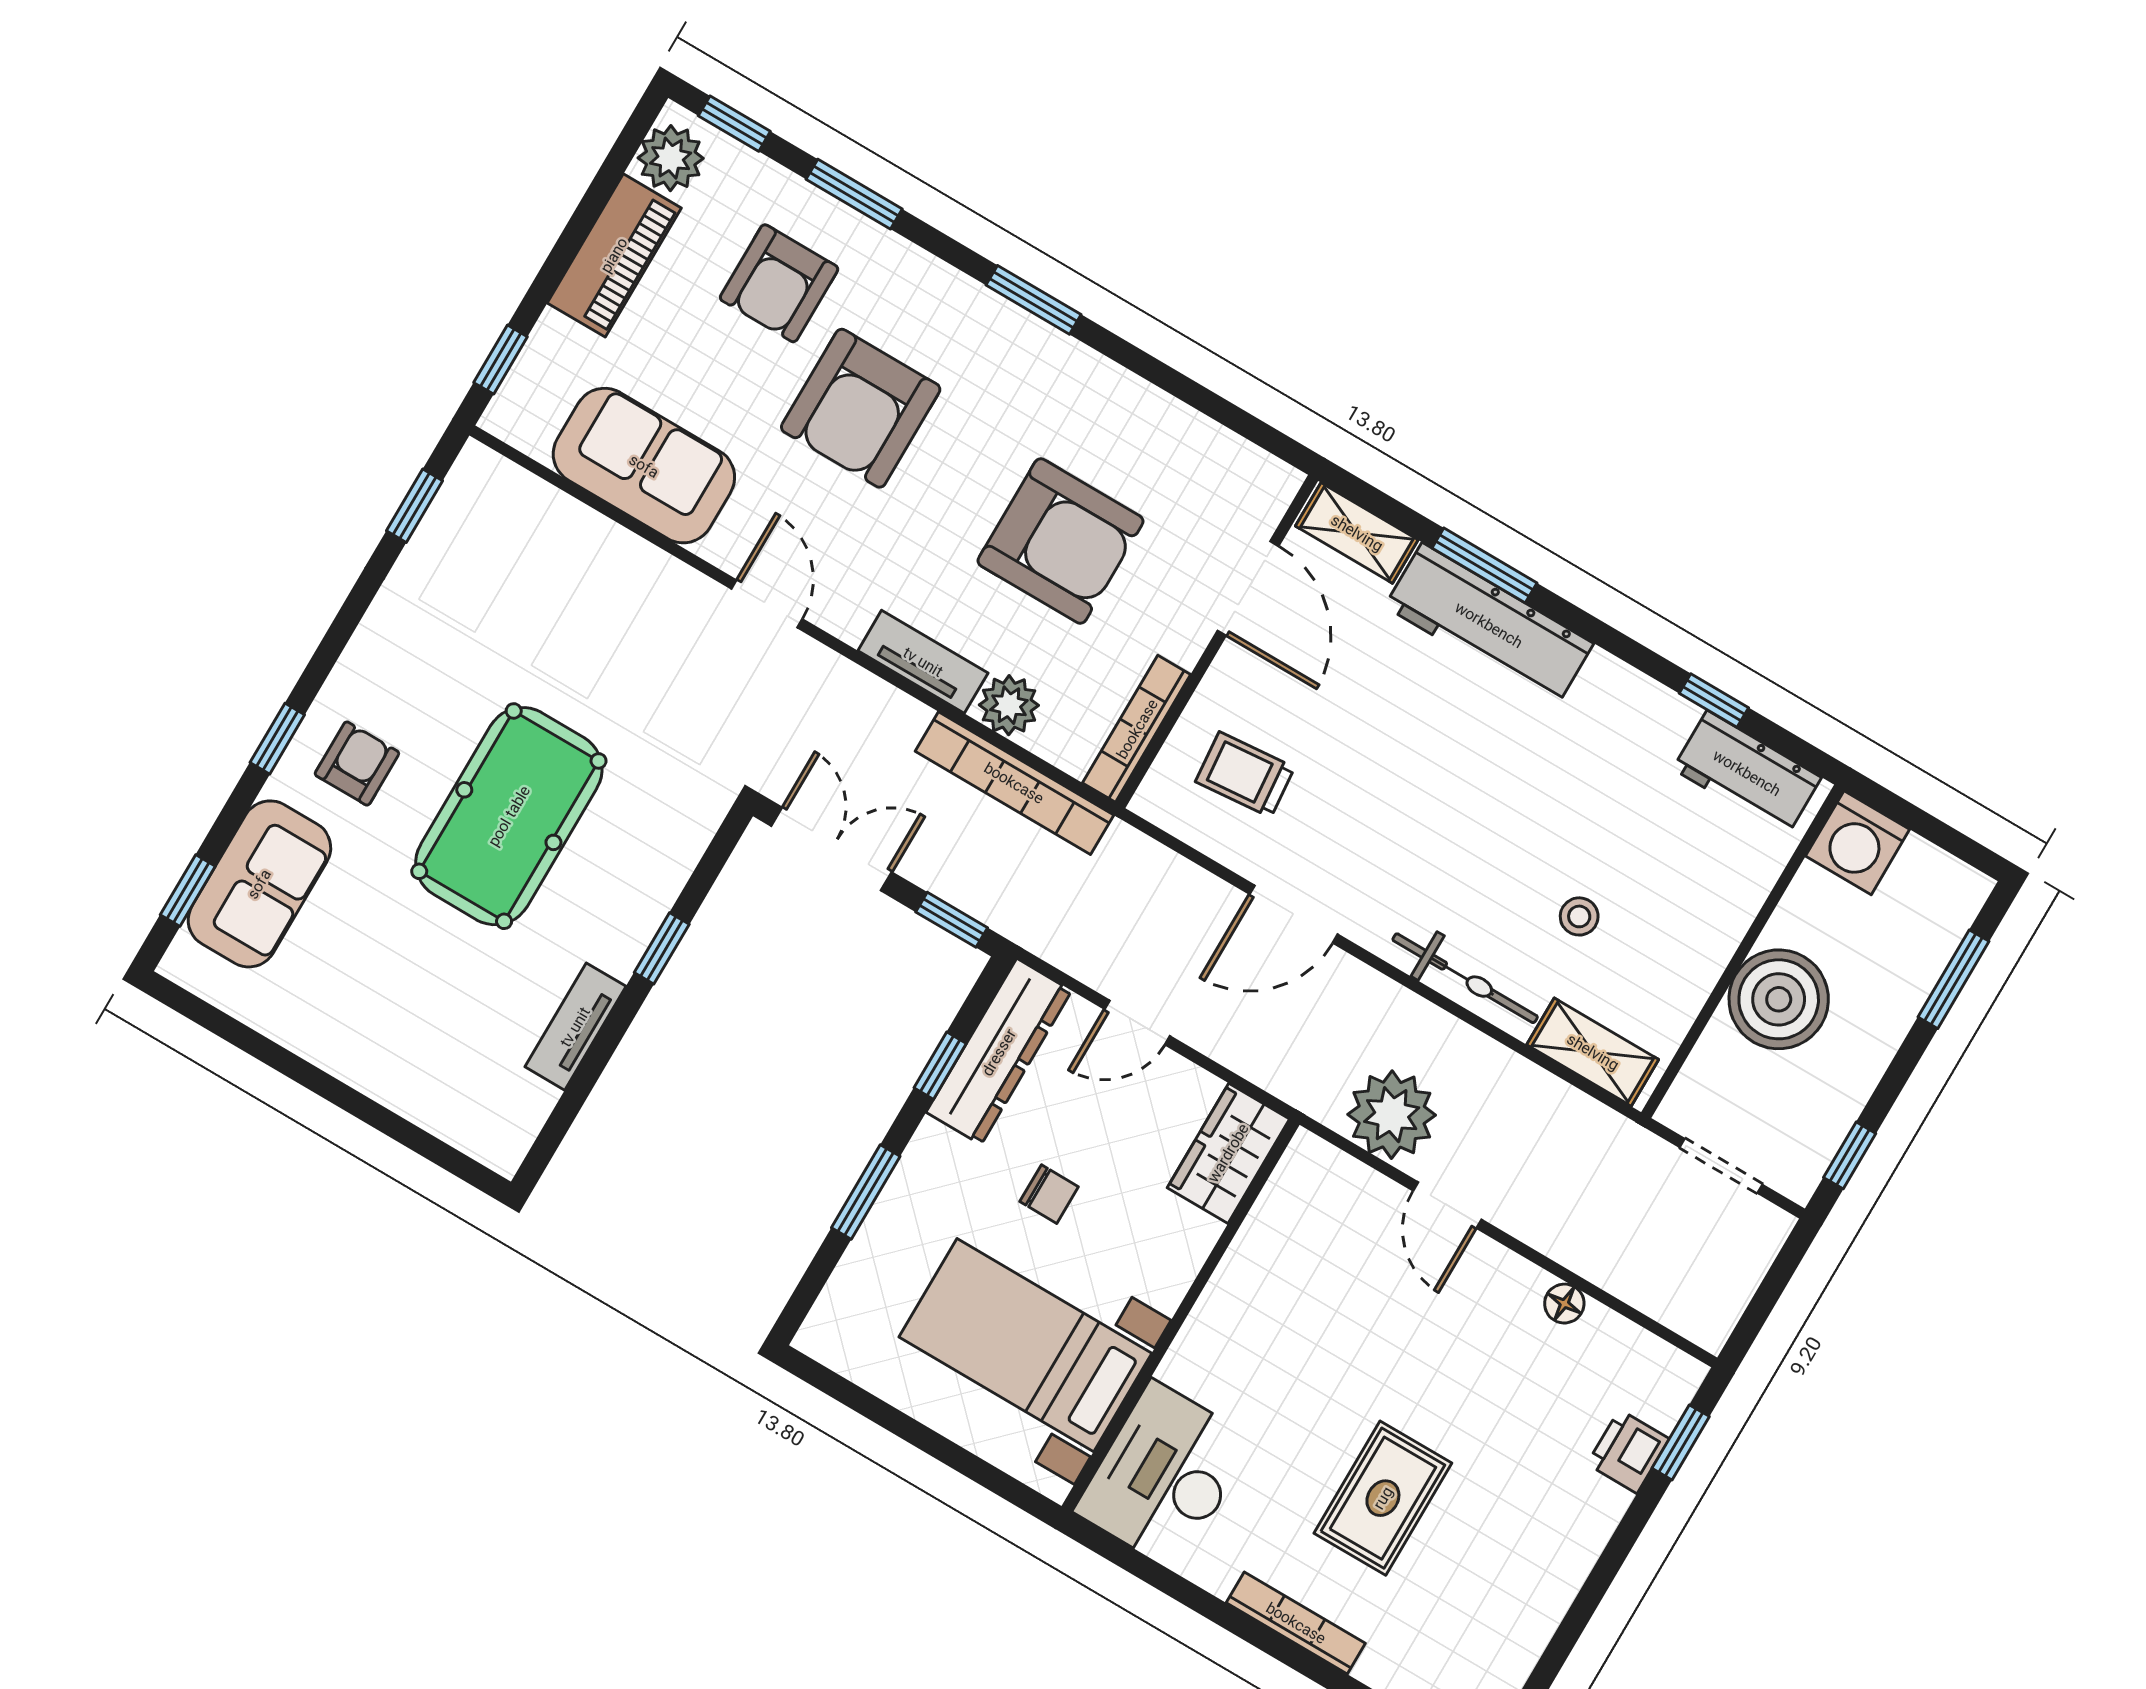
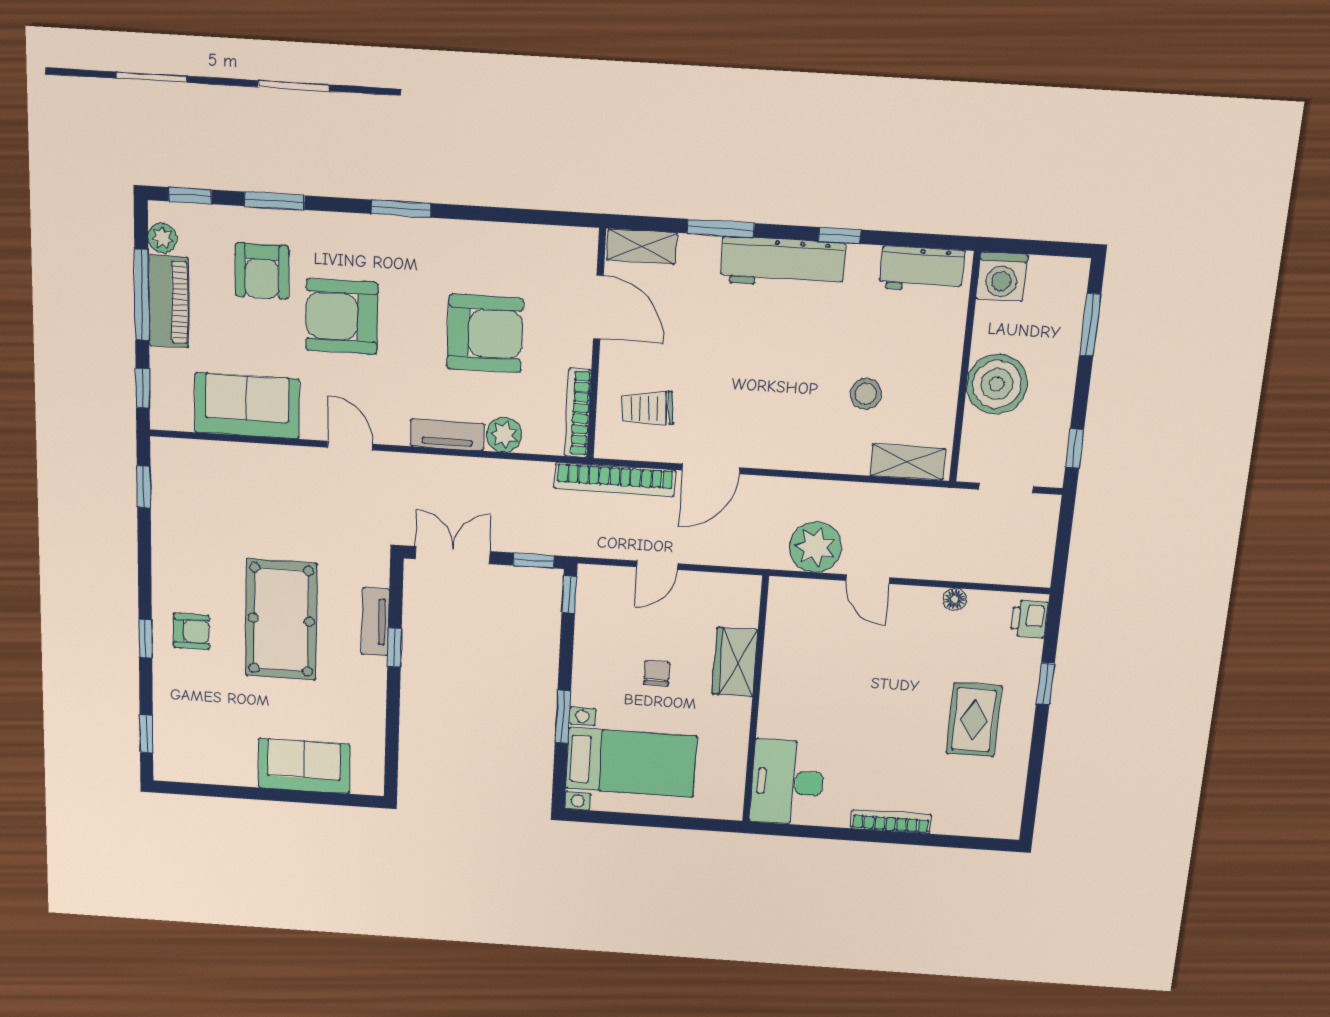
plant: (671, 158) -> (162, 238), width x0.73, depth x0.73
window: (580, 225) -> (142, 295), added
armchair: (861, 408) -> (342, 316), turned 90
workbench: (1489, 625) -> (783, 263), moved
window: (1714, 701) -> (840, 235), moved
armchair: (357, 764) -> (191, 631), turned 90
bookcase: (1014, 783) -> (615, 480), moved
sofa: (259, 884) -> (304, 766), moved, turned -90
stool: (1579, 916) -> (866, 394), width x1.37, depth x1.37
bicycle: (1465, 978) -> (820, 457), removed
tv unit: (575, 1027) -> (375, 622), moved
dresser: (999, 1052) -> (593, 615), removed
window: (940, 1066) -> (569, 595), moved
wardrobe: (1228, 1153) -> (735, 662), moved
chair: (1049, 1194) -> (657, 673), turned -90
bed with nightstands: (1025, 1345) -> (631, 762), moved, turned 180
window: (1681, 1442) -> (1045, 683), moved
printer: (1628, 1451) -> (1029, 619), moved
rug: (1383, 1498) -> (974, 720), moved

